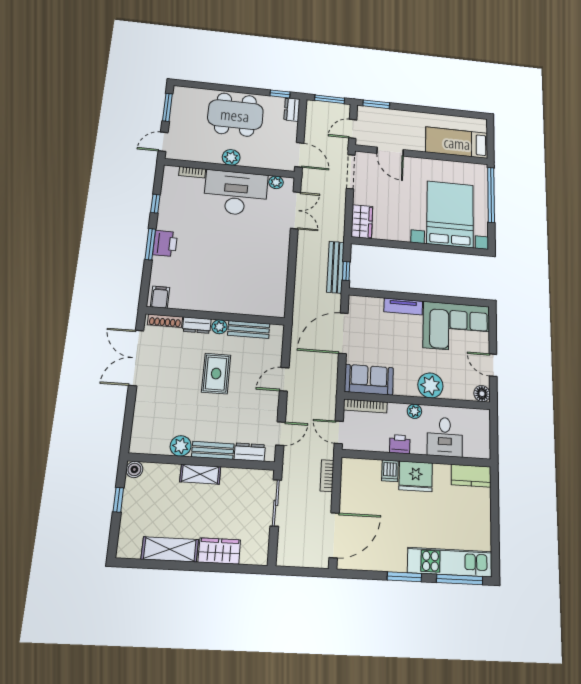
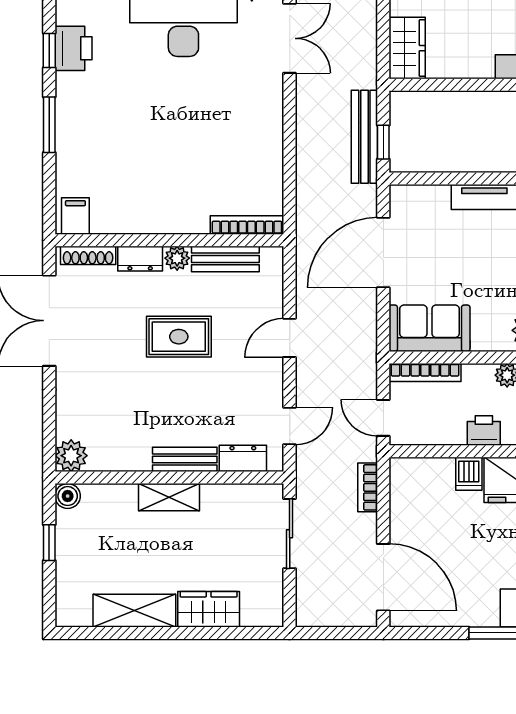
printer: (165, 243) -> (73, 48), moved
bookcase: (263, 311) -> (247, 225), added
rug: (216, 374) -> (179, 337), turned 90
plant: (181, 446) -> (71, 456), moved
door: (334, 535) -> (383, 577), hinge flipped

